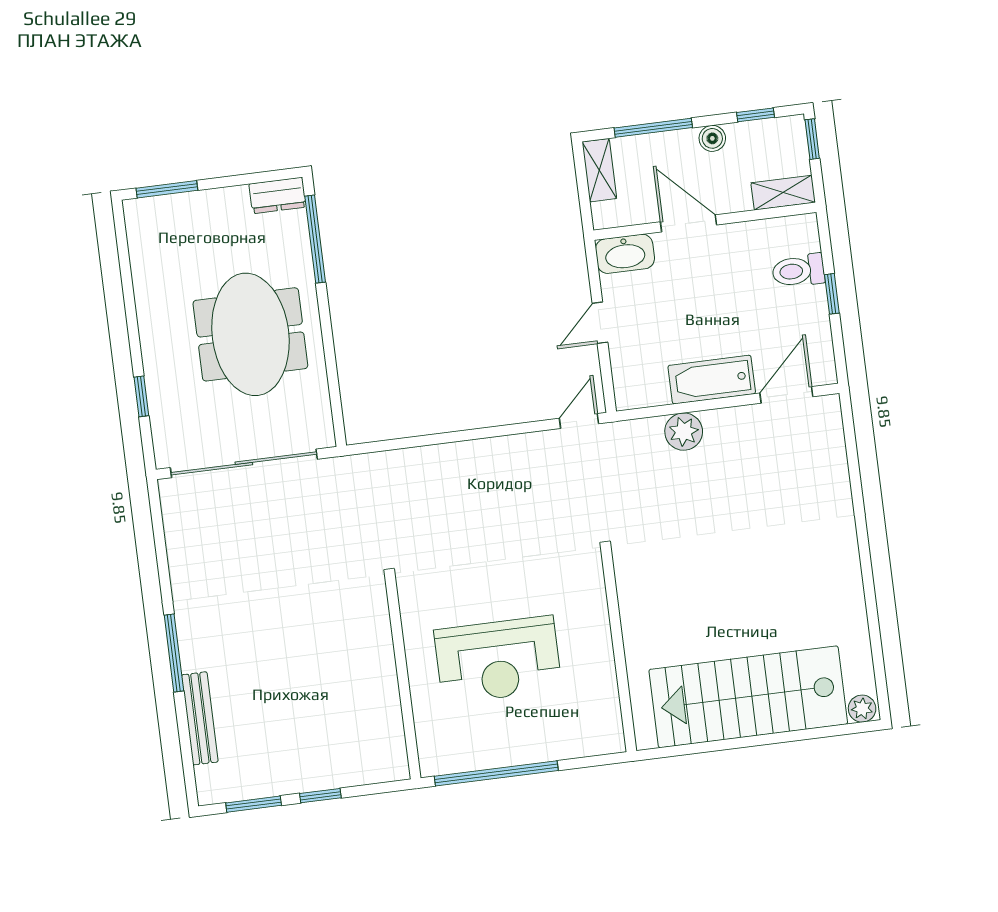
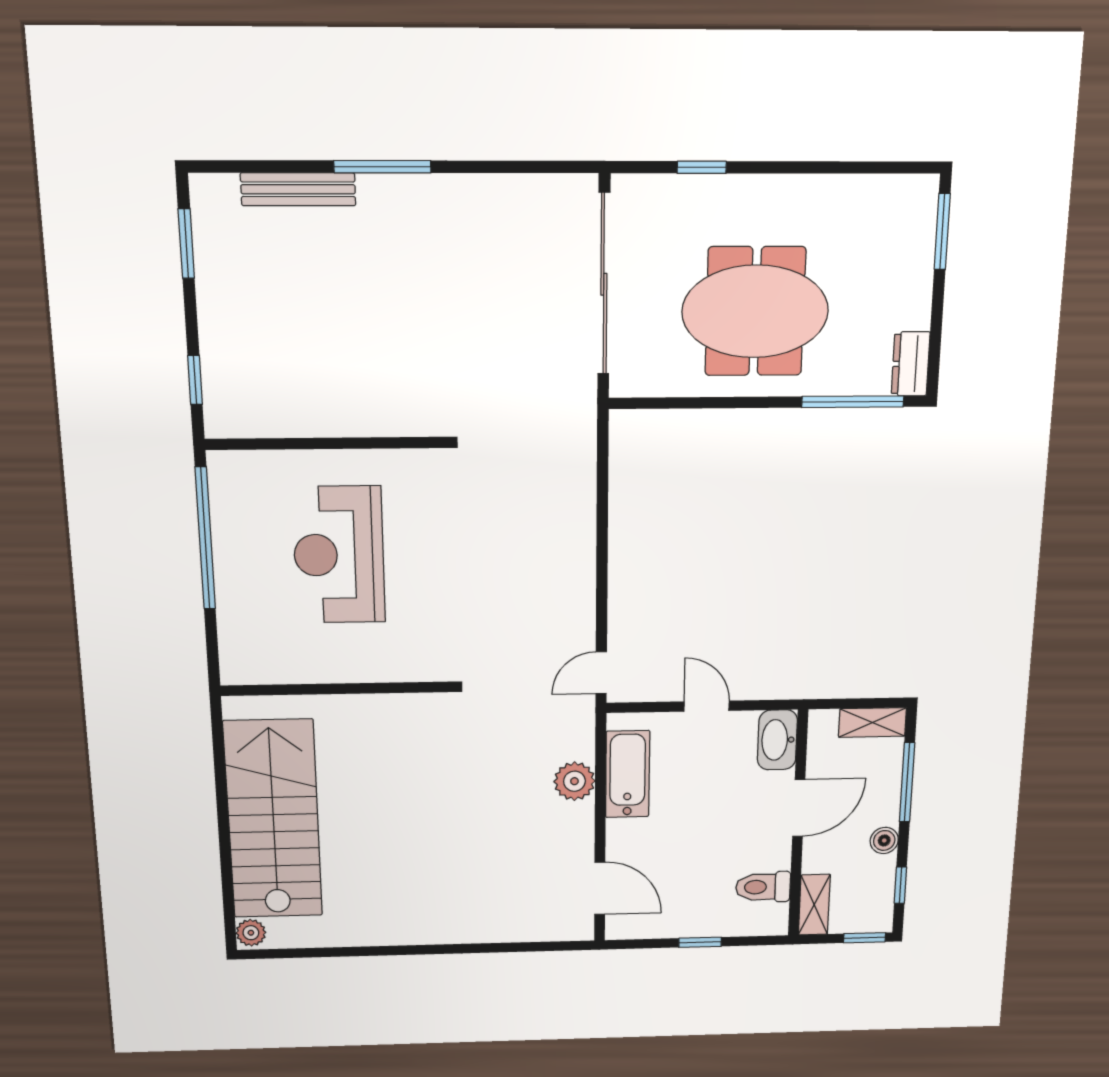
toilet: (798, 271) -> (763, 887), moved, turned -90
bathtub: (712, 380) -> (628, 774), moved
door: (579, 421) -> (601, 673), swing flipped
window: (320, 796) -> (195, 380), moved

